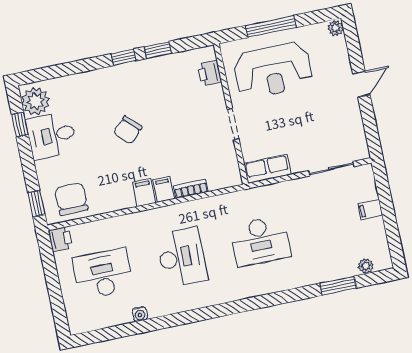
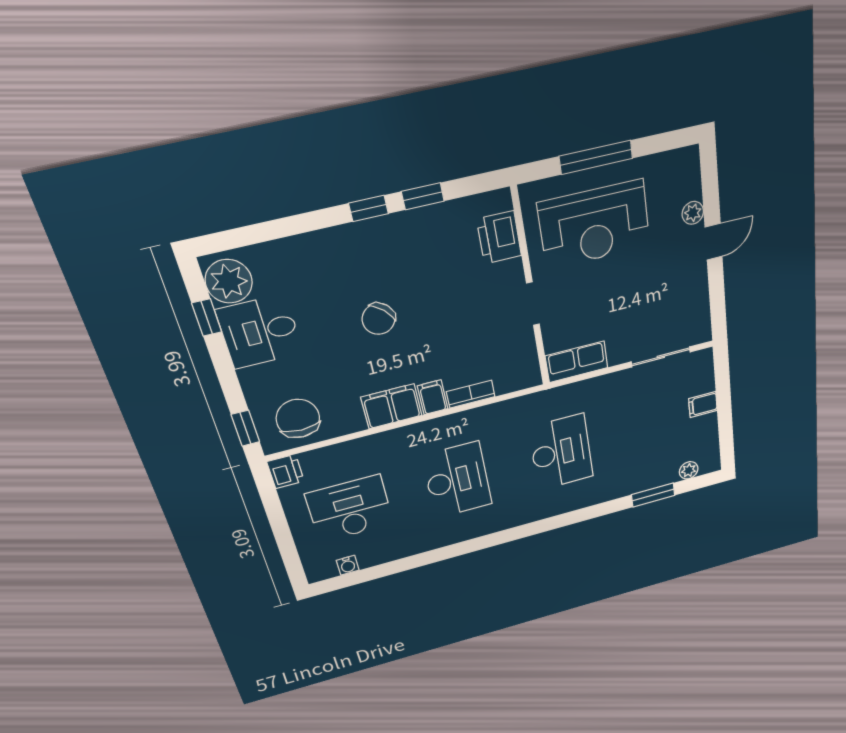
plant: (336, 28) -> (693, 213), moved
printer: (210, 73) -> (499, 237), width x1.36, depth x1.24
filing cabinet: (144, 192) -> (392, 406), width x2.00
desk: (260, 241) -> (561, 452), turned -90
water cooler: (140, 314) -> (348, 565), moved

